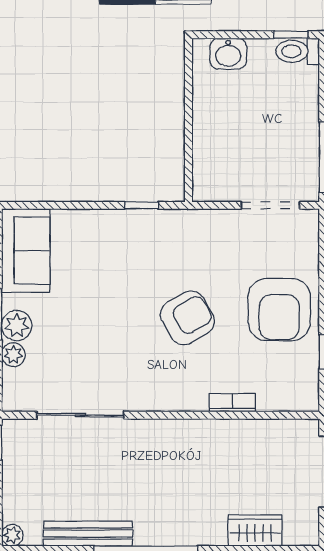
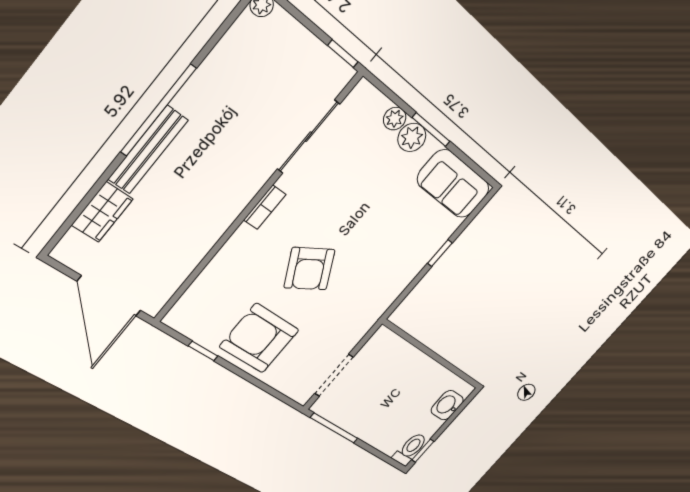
window: (142, 205) -> (440, 253), moved
bookcase: (232, 403) -> (265, 207), moved
bench: (88, 534) -> (148, 150), moved

